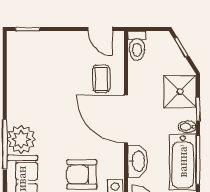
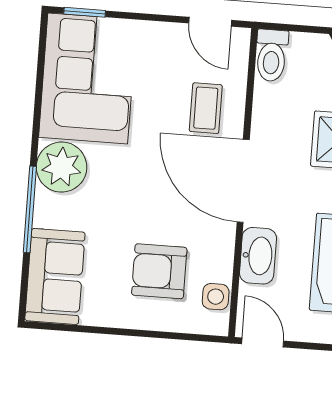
corner sofa: (32, 67) -> (88, 78), added
plant: (21, 139) -> (62, 167), moved

